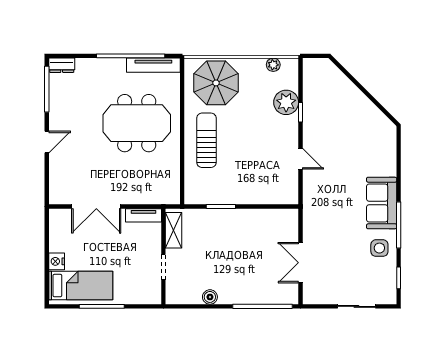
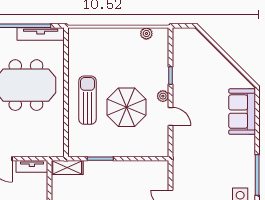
parasol: (216, 83) -> (126, 107), moved
plant: (286, 102) -> (163, 96), moved, width x0.53, depth x0.53
sofa: (382, 203) -> (242, 112), moved
shelving: (174, 230) -> (67, 168), moved, turned 90

